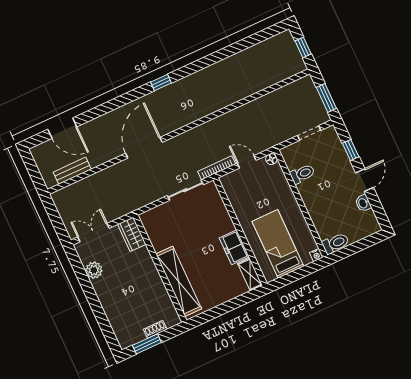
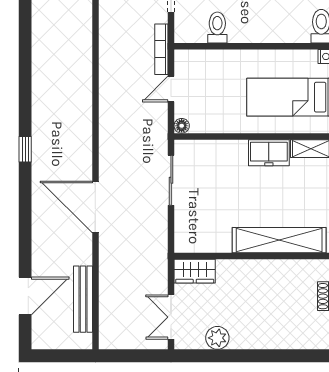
floor lamp: (271, 159) -> (182, 126), moved
bookcase: (217, 168) -> (161, 49), moved
bench: (72, 171) -> (83, 299), width x1.36

